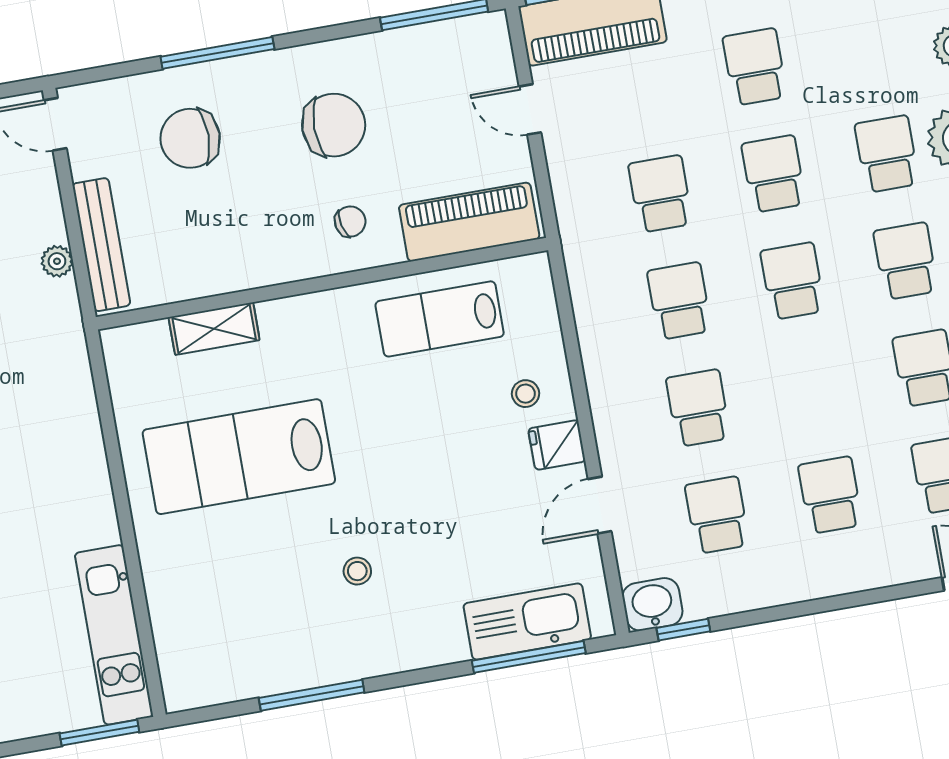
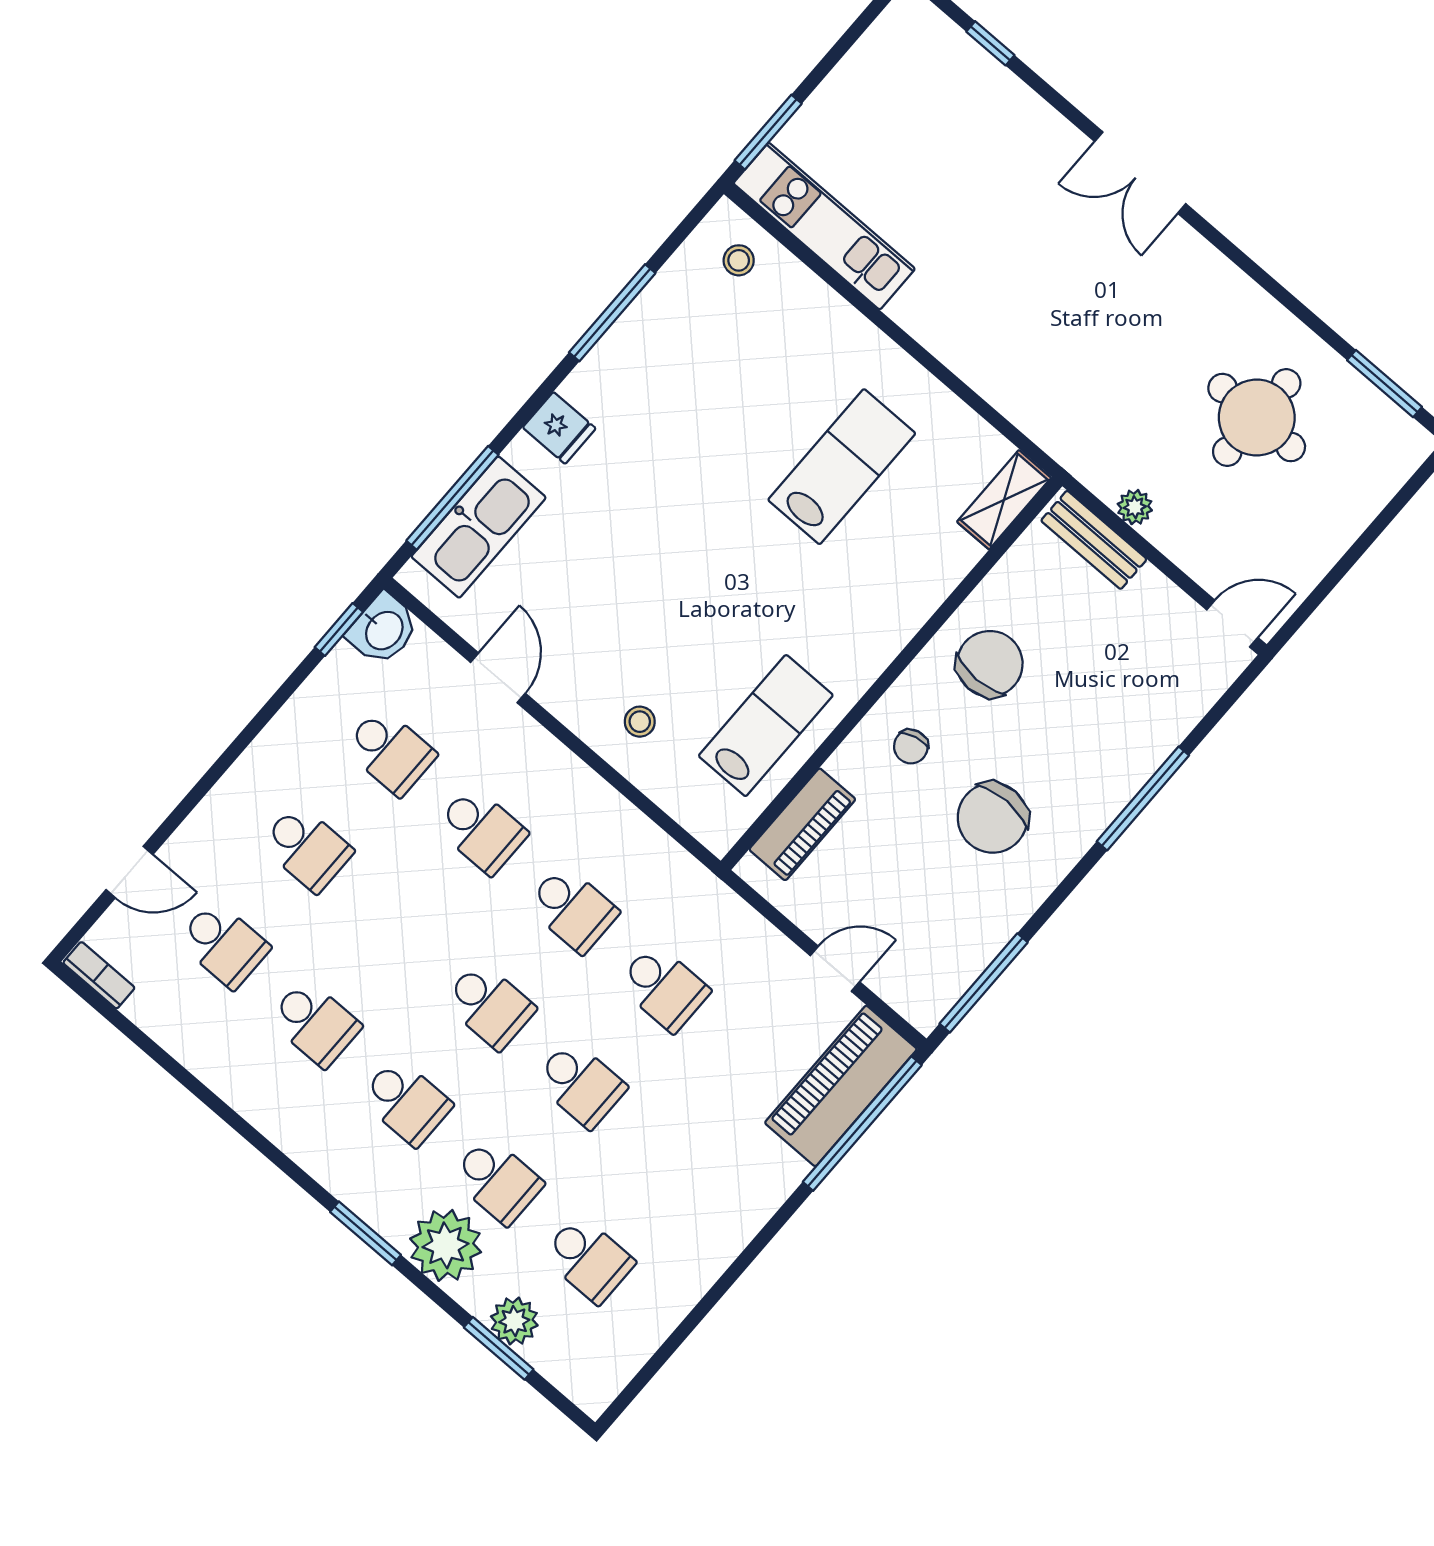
school desk: (755, 67) -> (589, 1259), moved
chair: (190, 138) -> (990, 664), moved
piano: (469, 222) -> (802, 824), width x0.73, depth x0.75
bench: (101, 245) -> (1094, 540), width x0.73
shelving: (214, 329) -> (1004, 500), moved
fridge: (557, 445) -> (559, 428), moved, turned 90
lab bench: (239, 457) -> (842, 467), width x0.73, depth x0.72
stool: (357, 571) -> (739, 260), moved

